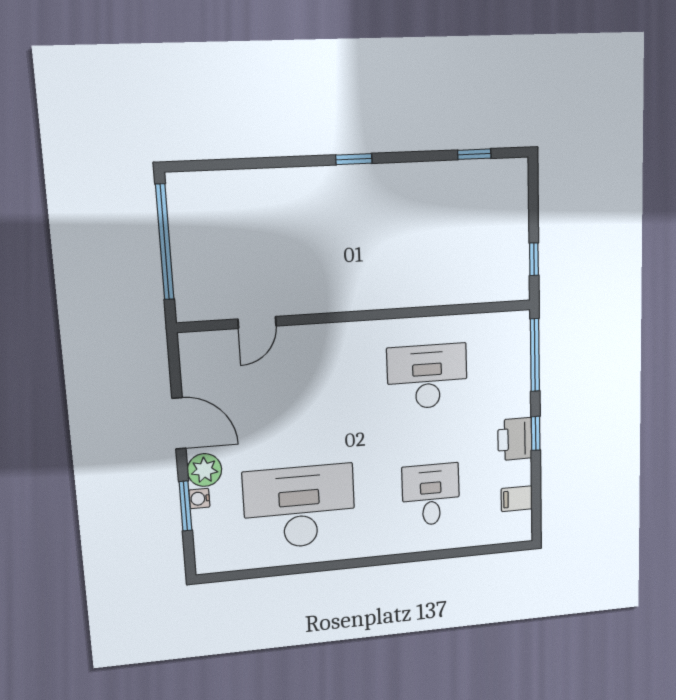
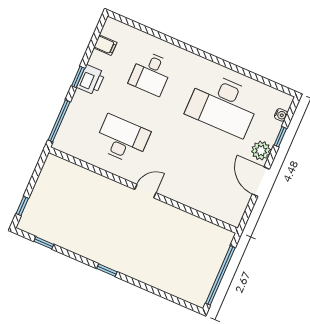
window: (534, 259) -> (22, 206), moved
door: (257, 323) -> (145, 191), moved
desk: (427, 377) -> (122, 139), turned 180
water cooler: (199, 499) -> (281, 115), moved
window: (185, 506) -> (280, 137), width x0.67

